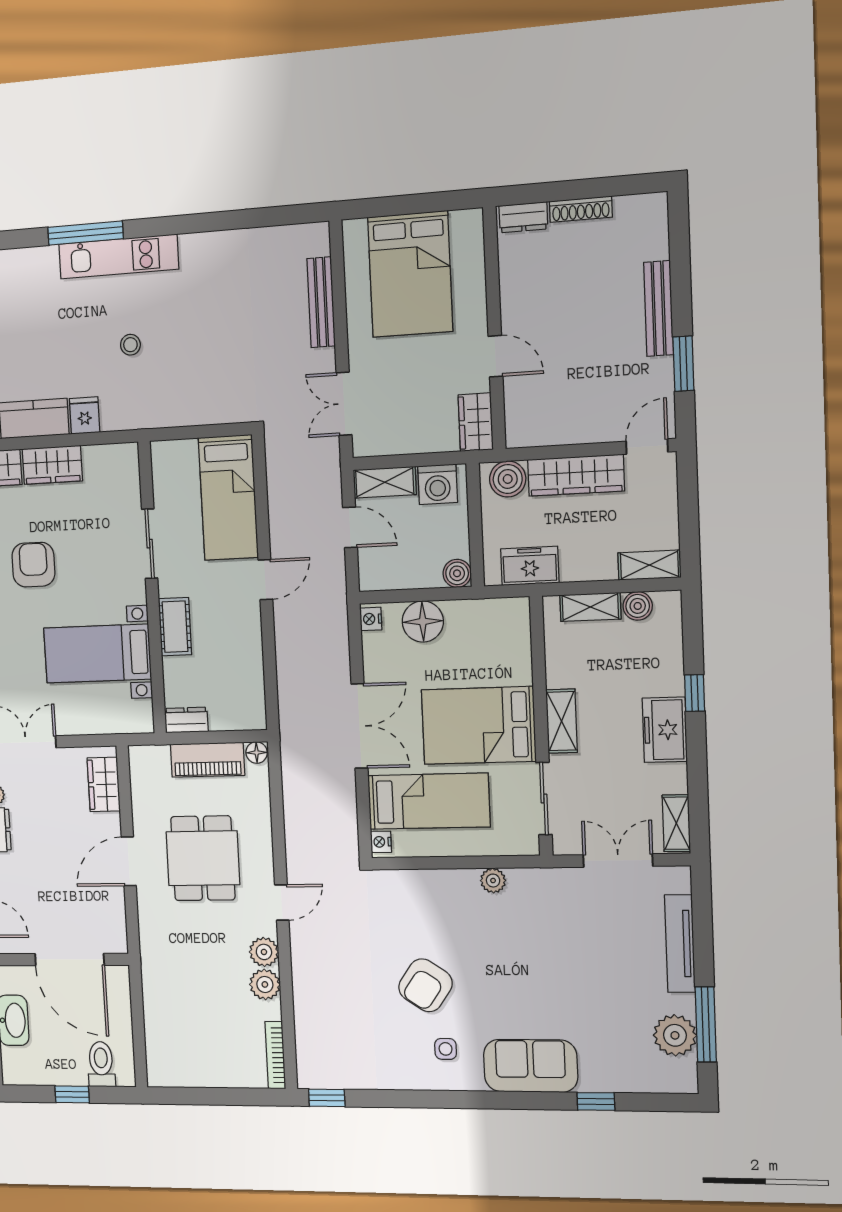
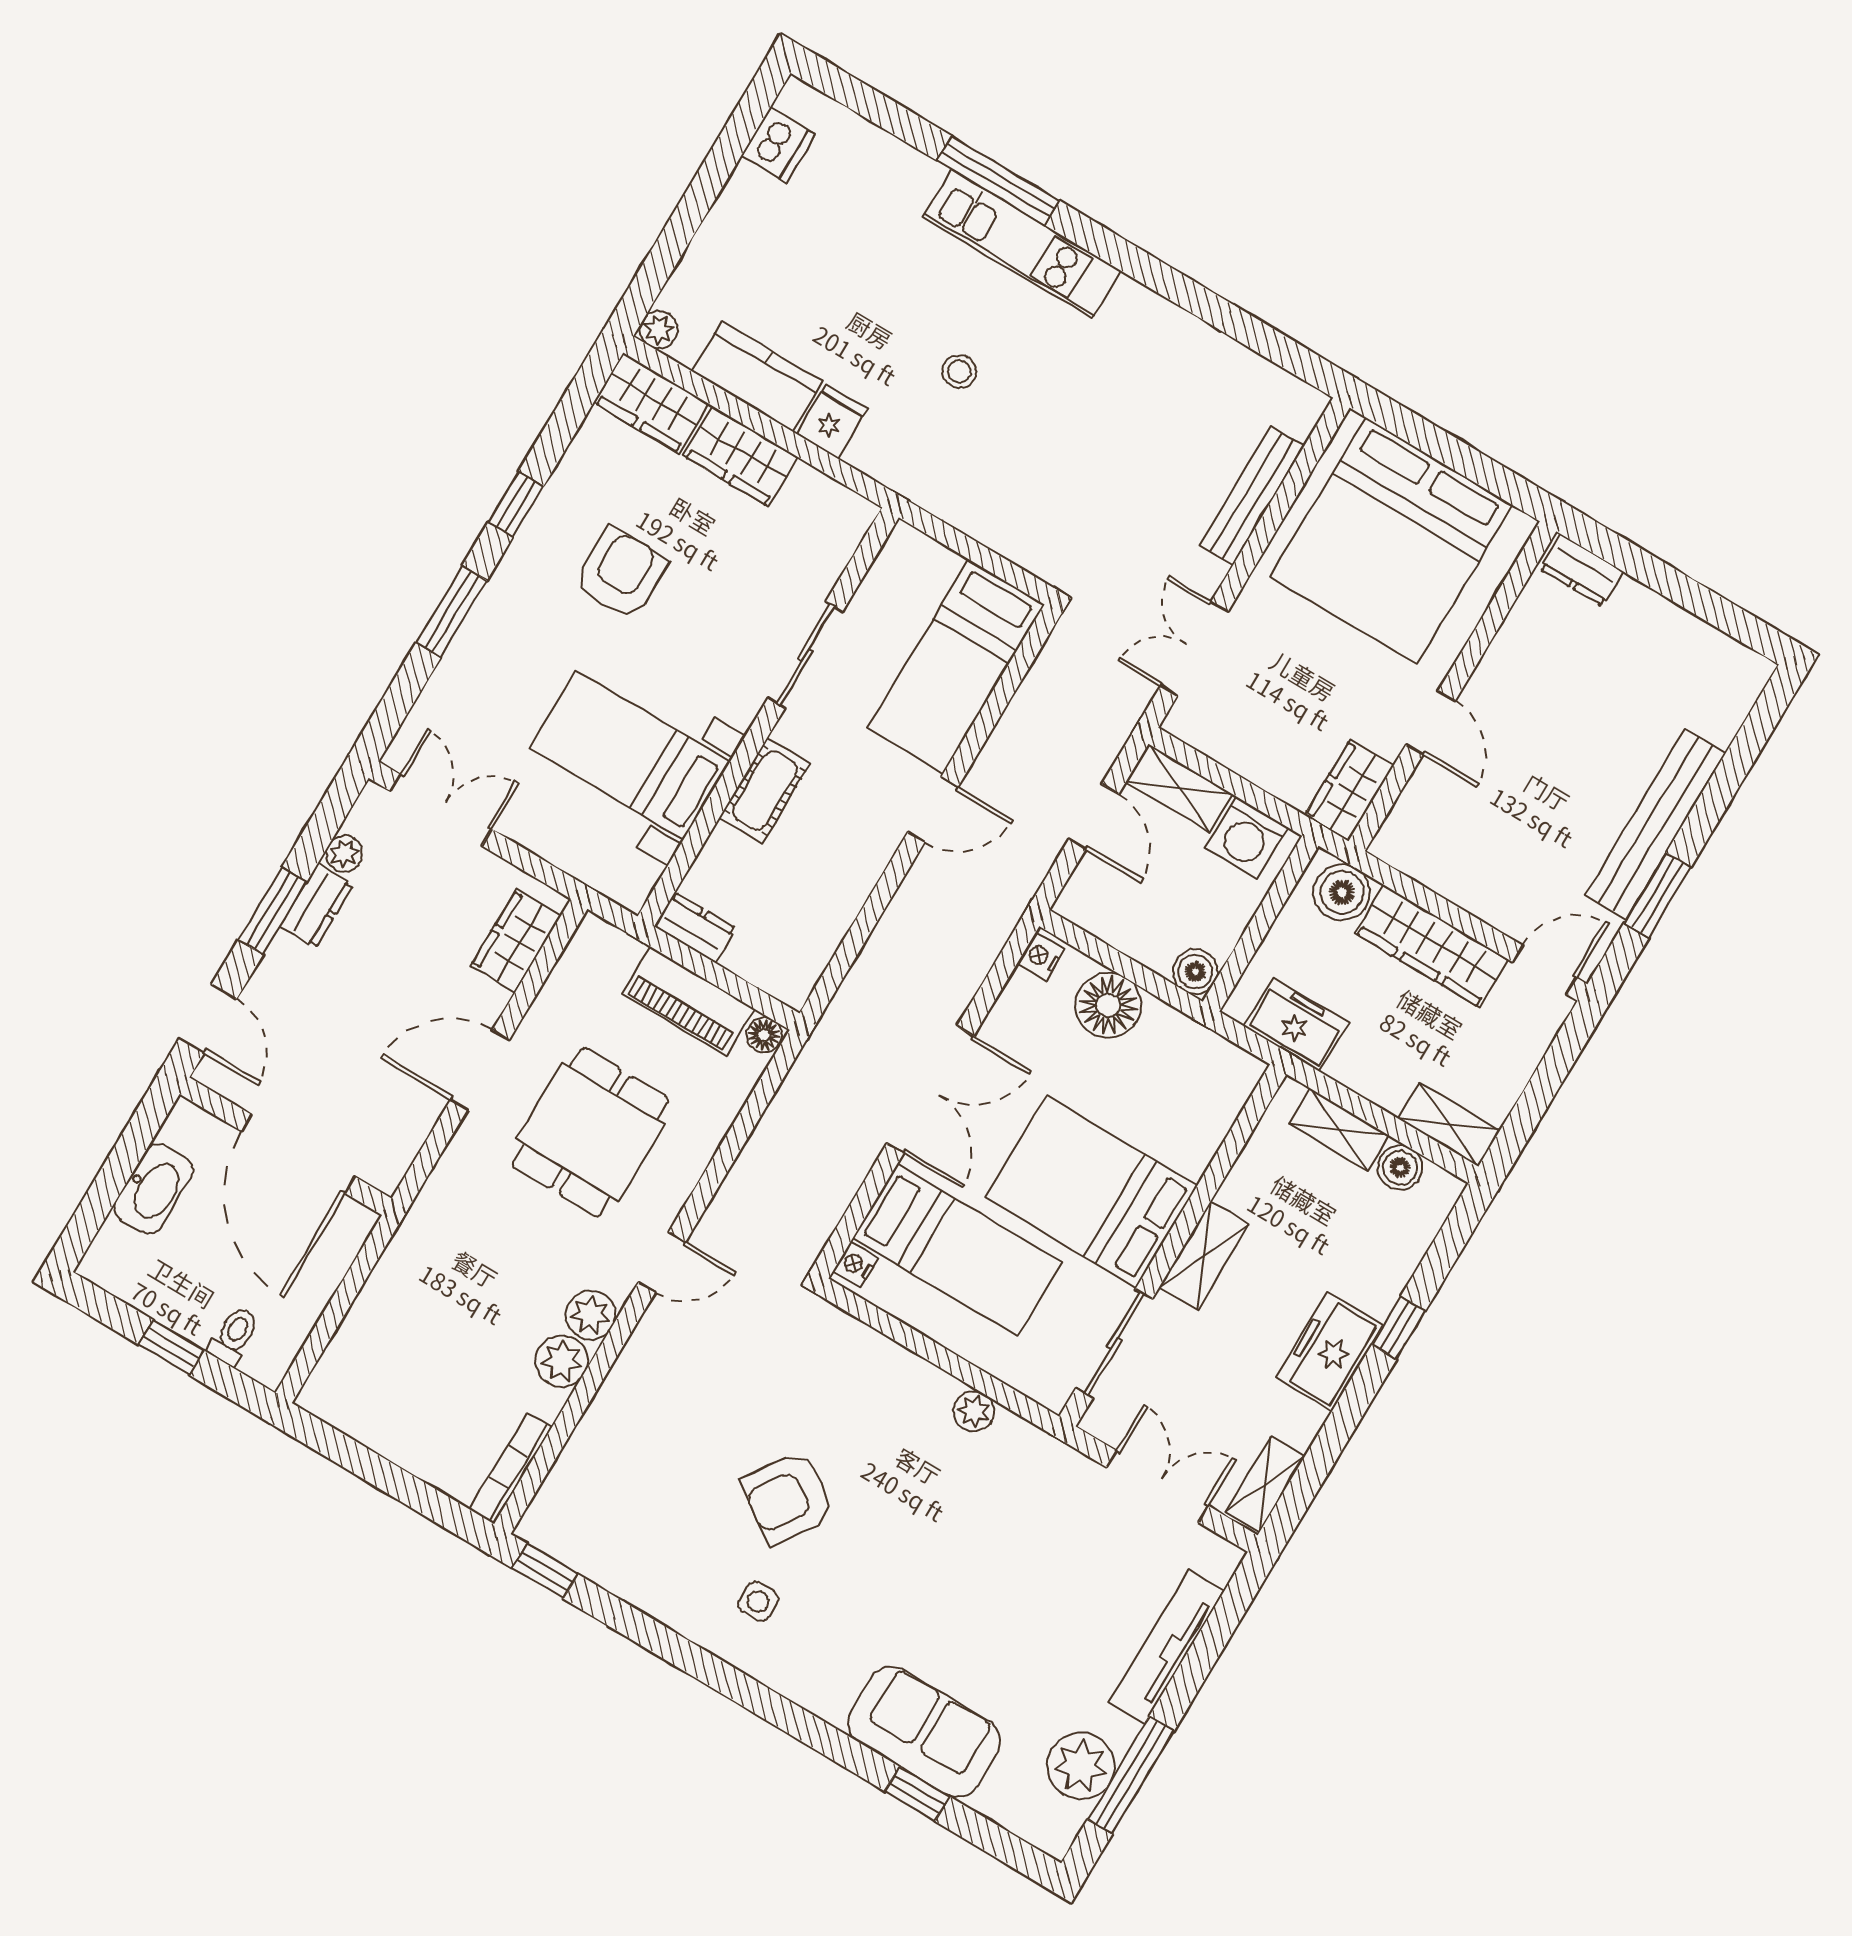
shoe rack: (581, 209) -> (1659, 611), removed
bed: (410, 274) -> (1391, 541), width x1.36
bench: (659, 309) -> (1655, 824), width x1.37, depth x1.21
toilet: (101, 1064) -> (234, 1336), width x0.73, depth x0.72
sofa: (530, 1066) -> (924, 1732), moved

